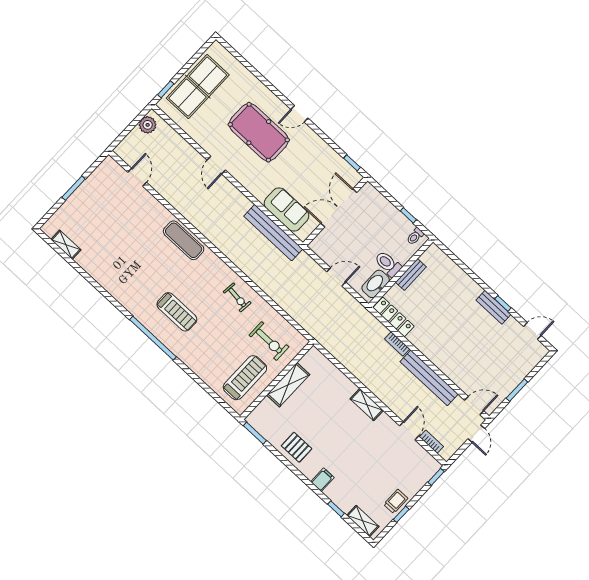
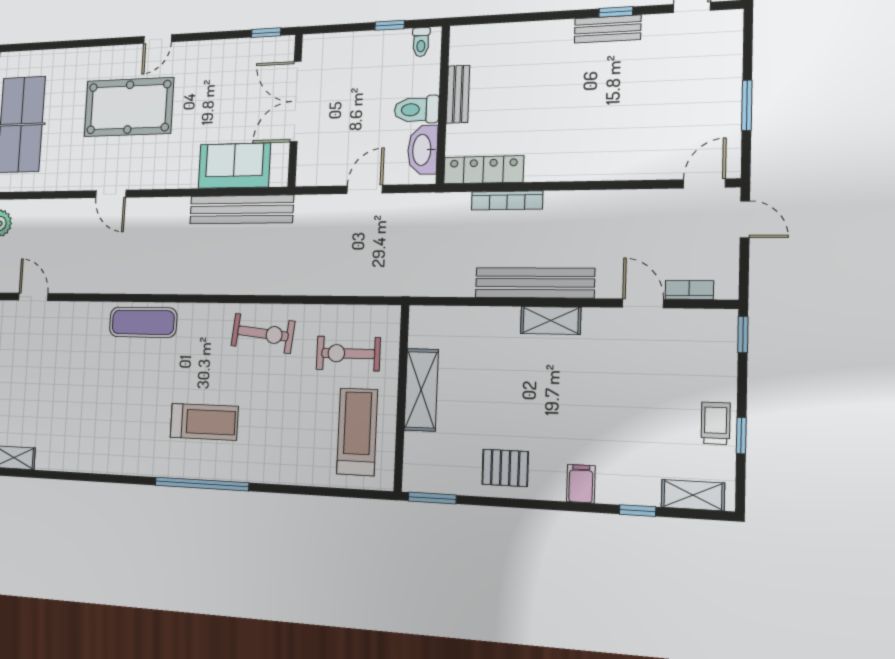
exercise bike: (237, 297) -> (263, 333), width x1.38, depth x1.39
exercise bike: (269, 341) -> (348, 353), turned 180
bookcase: (397, 344) -> (507, 200), width x1.56
bench: (429, 378) -> (534, 283), moved

